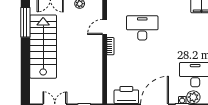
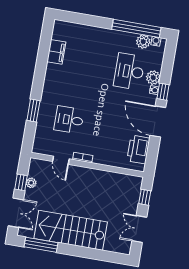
desk: (142, 28) -> (69, 120), width x0.73

